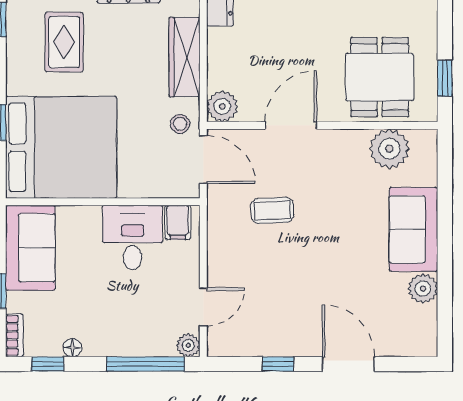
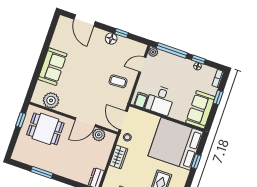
wardrobe: (185, 57) -> (119, 157), width x0.67
dining table: (380, 77) -> (45, 129), turned 90
plant: (222, 106) -> (99, 135), moved
coffee table: (272, 210) -> (118, 81), moved
plant: (423, 289) -> (57, 43), removed
floor lamp: (298, 343) -> (111, 39), added
window: (48, 364) -> (198, 60), moved
door: (348, 364) -> (85, 20), moved

